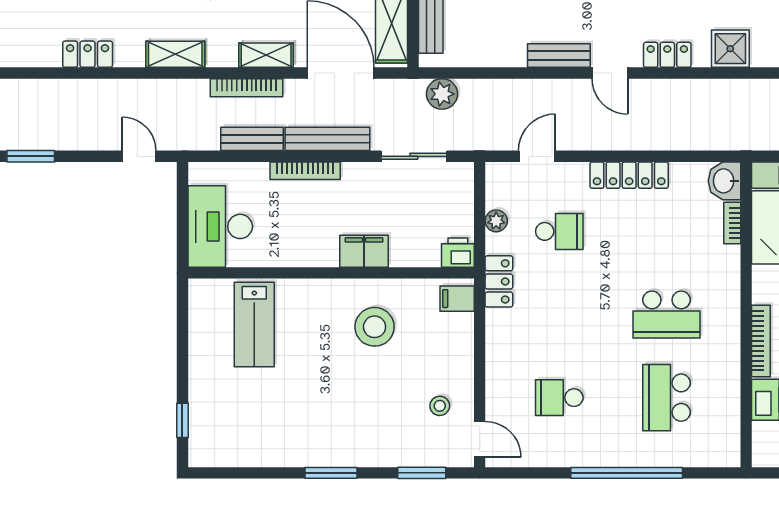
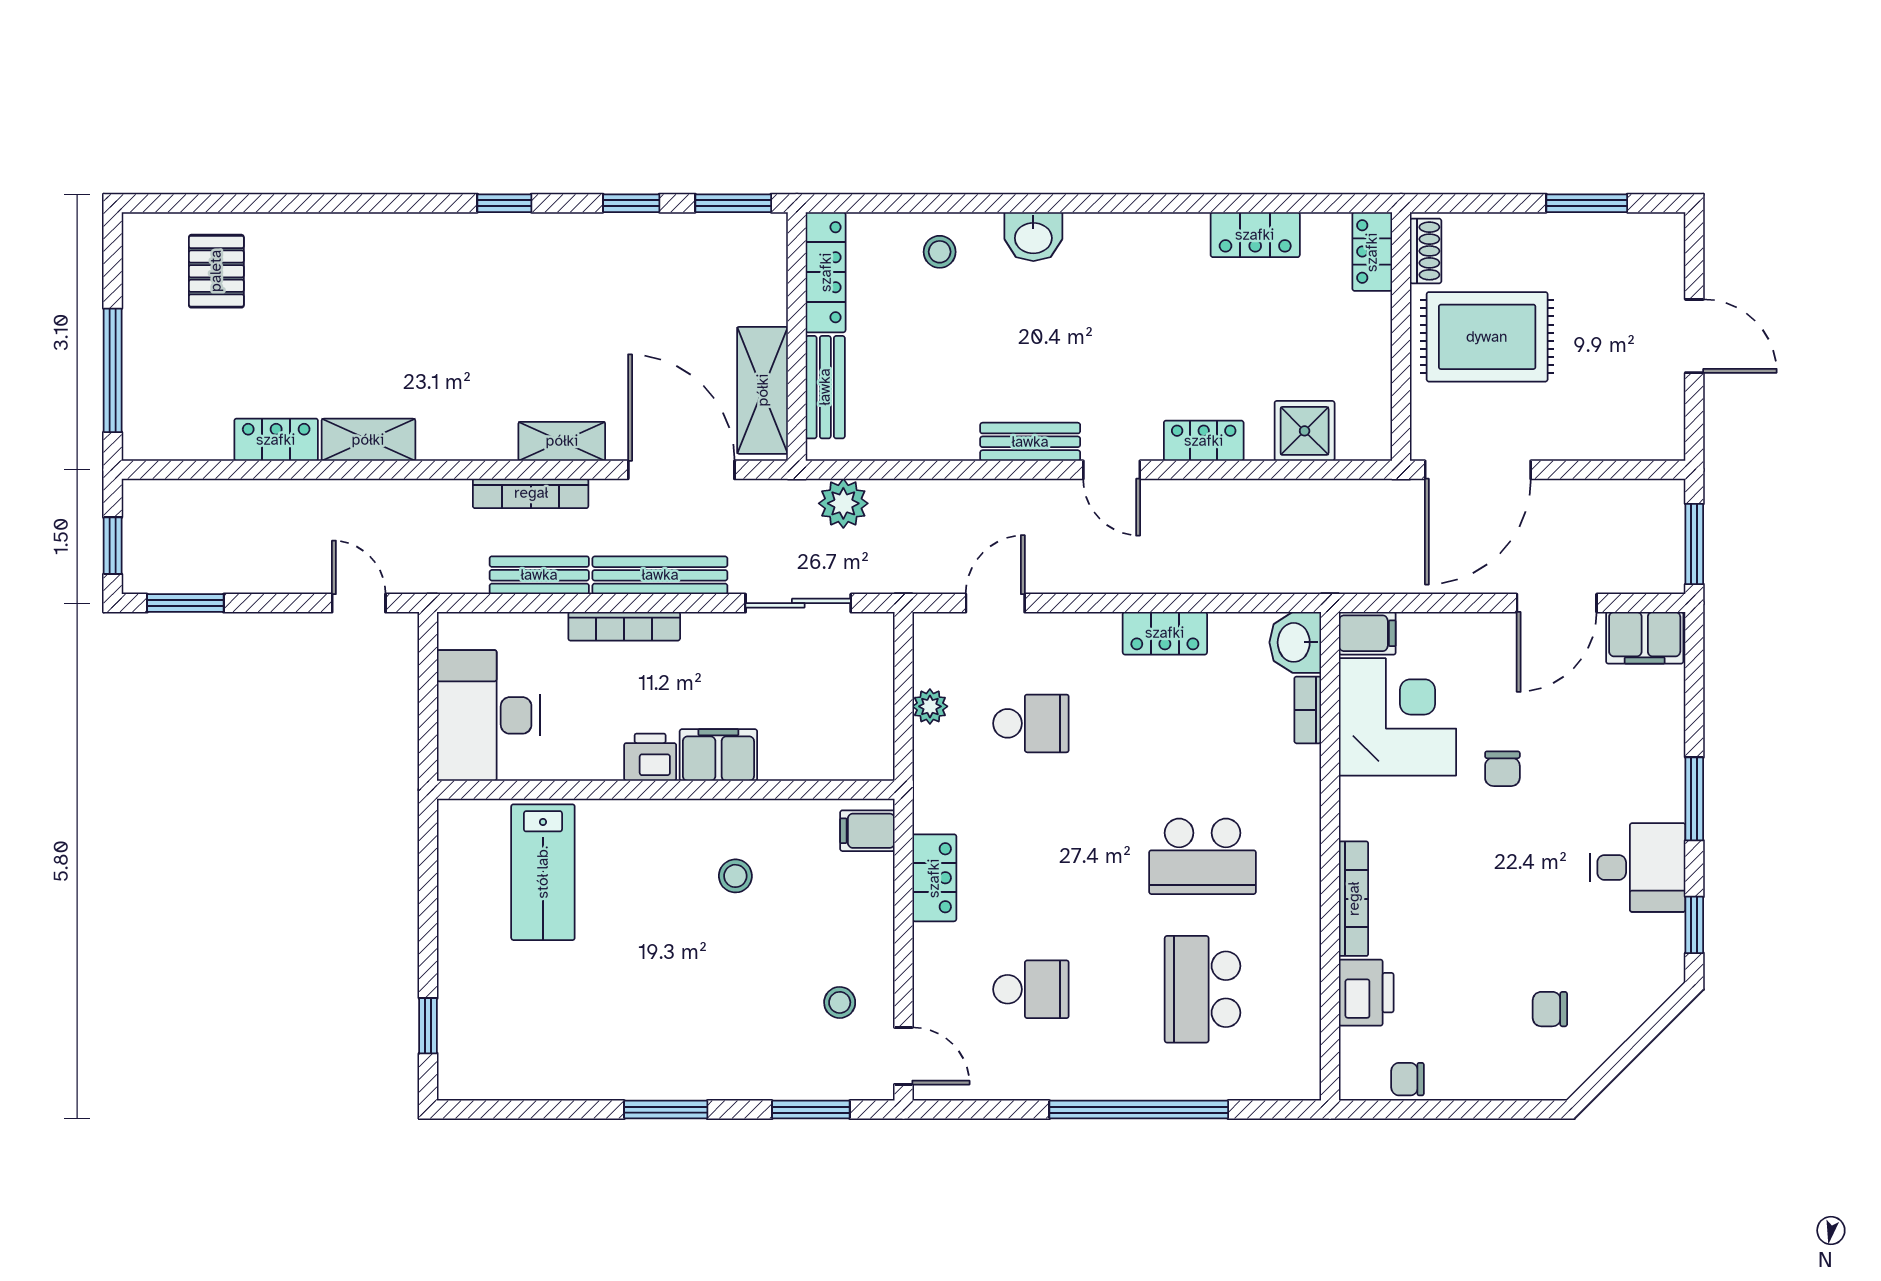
shelving: (175, 54) -> (368, 440), moved
locker: (629, 175) -> (1165, 633), width x0.66
printer: (458, 253) -> (650, 757), moved
locker: (499, 281) -> (934, 878), moved
stool: (375, 327) -> (735, 876), width x0.53, depth x0.53
school desk: (559, 398) -> (1031, 989), turned 180

